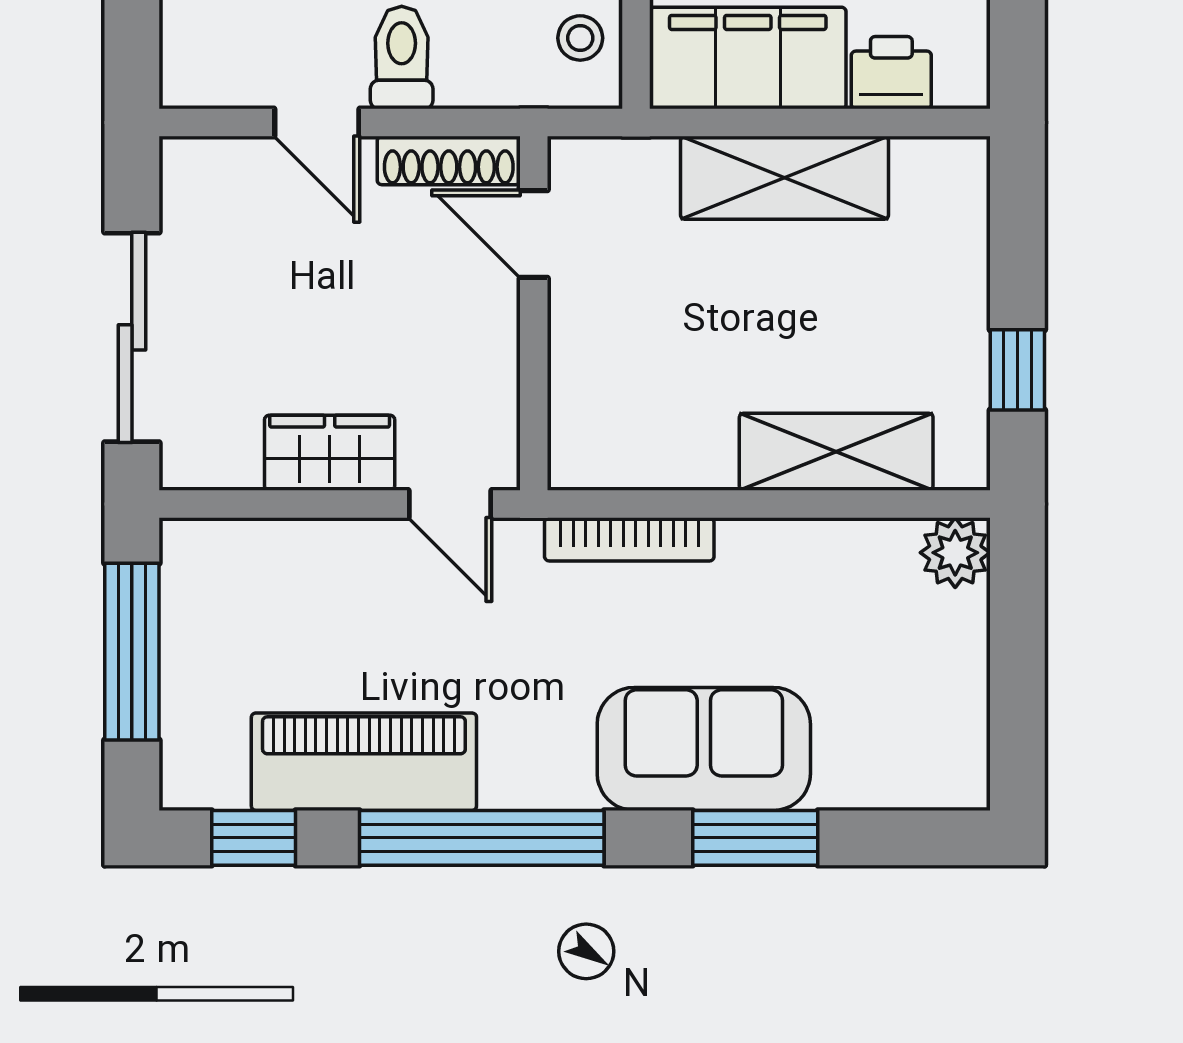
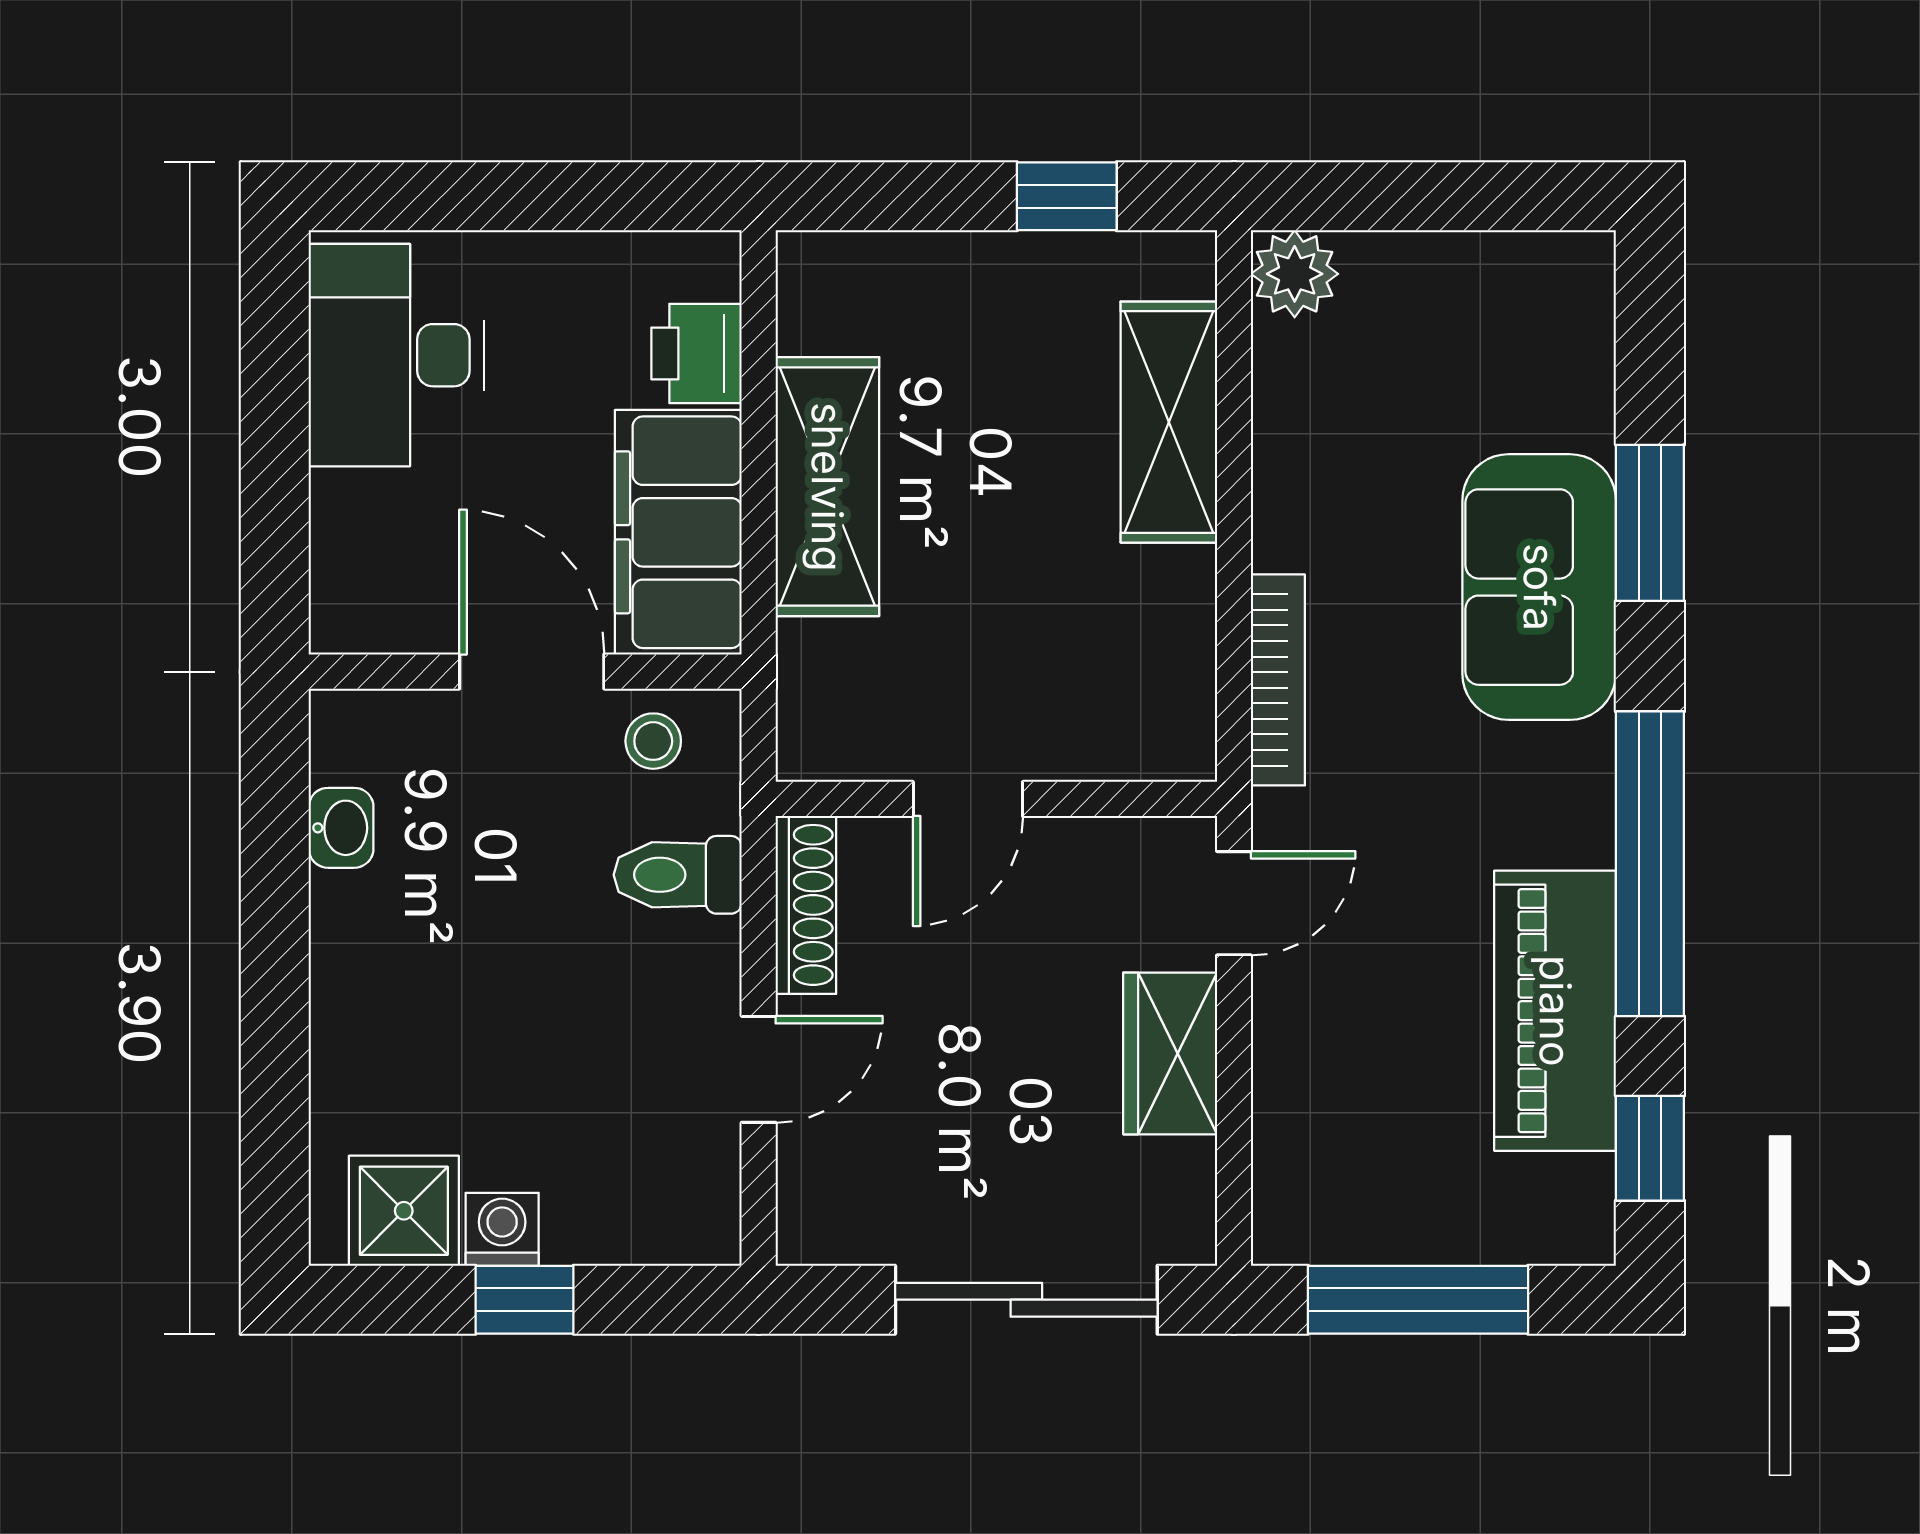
toilet: (402, 58) -> (678, 875), moved
door: (534, 234) -> (968, 799), moved

